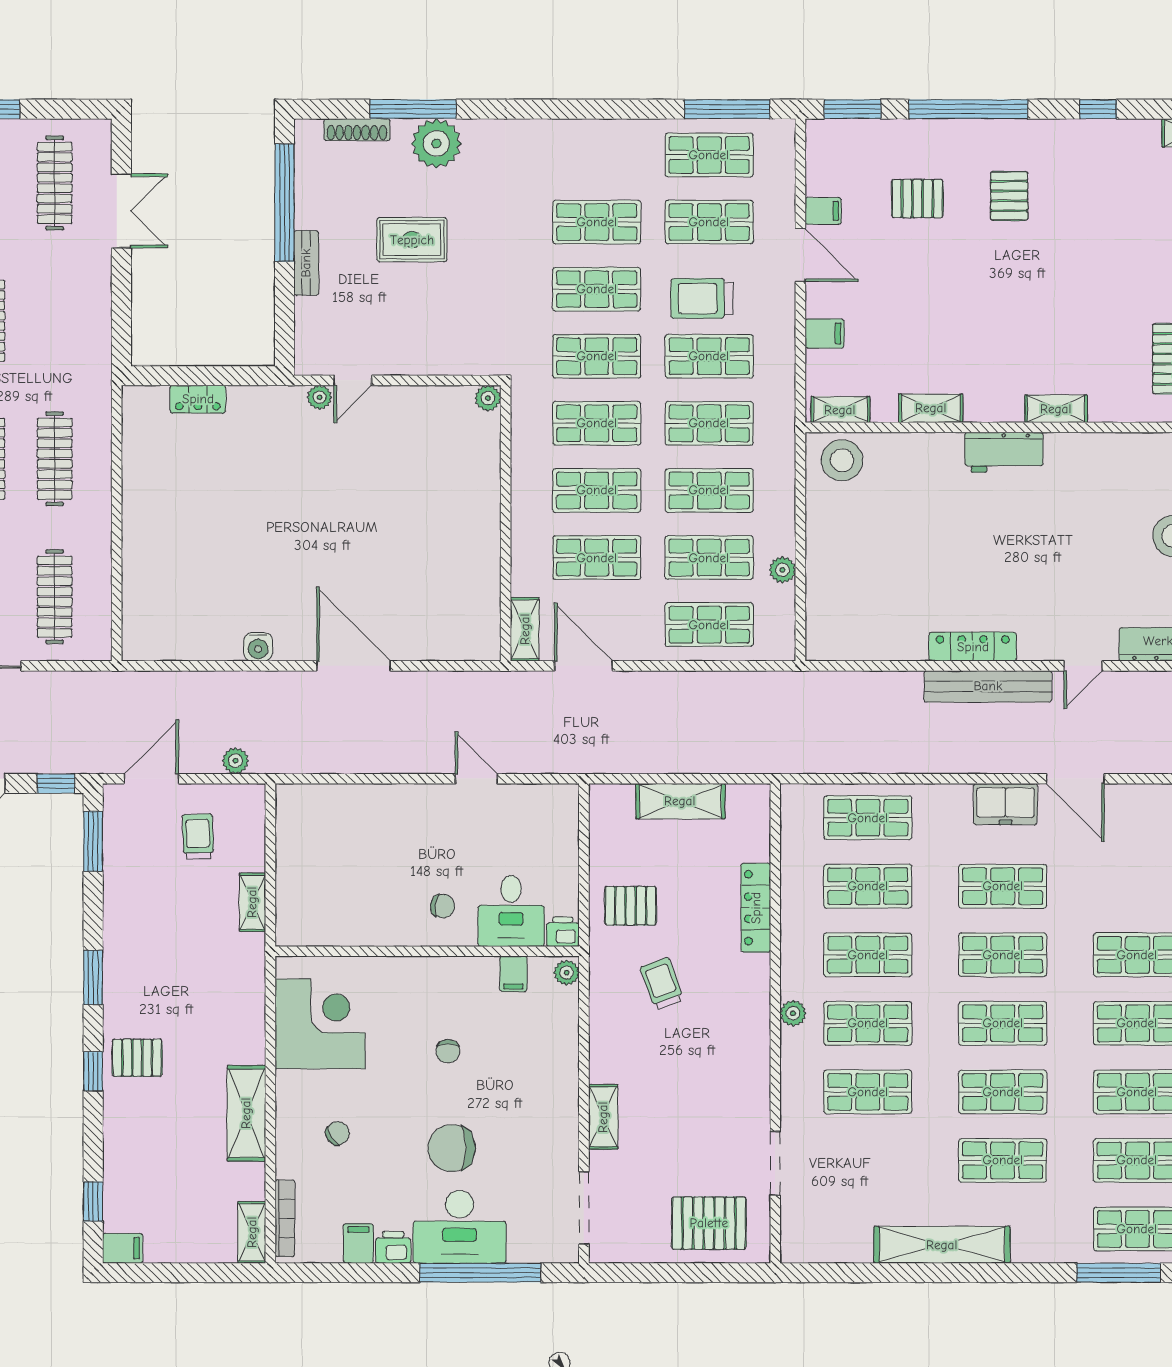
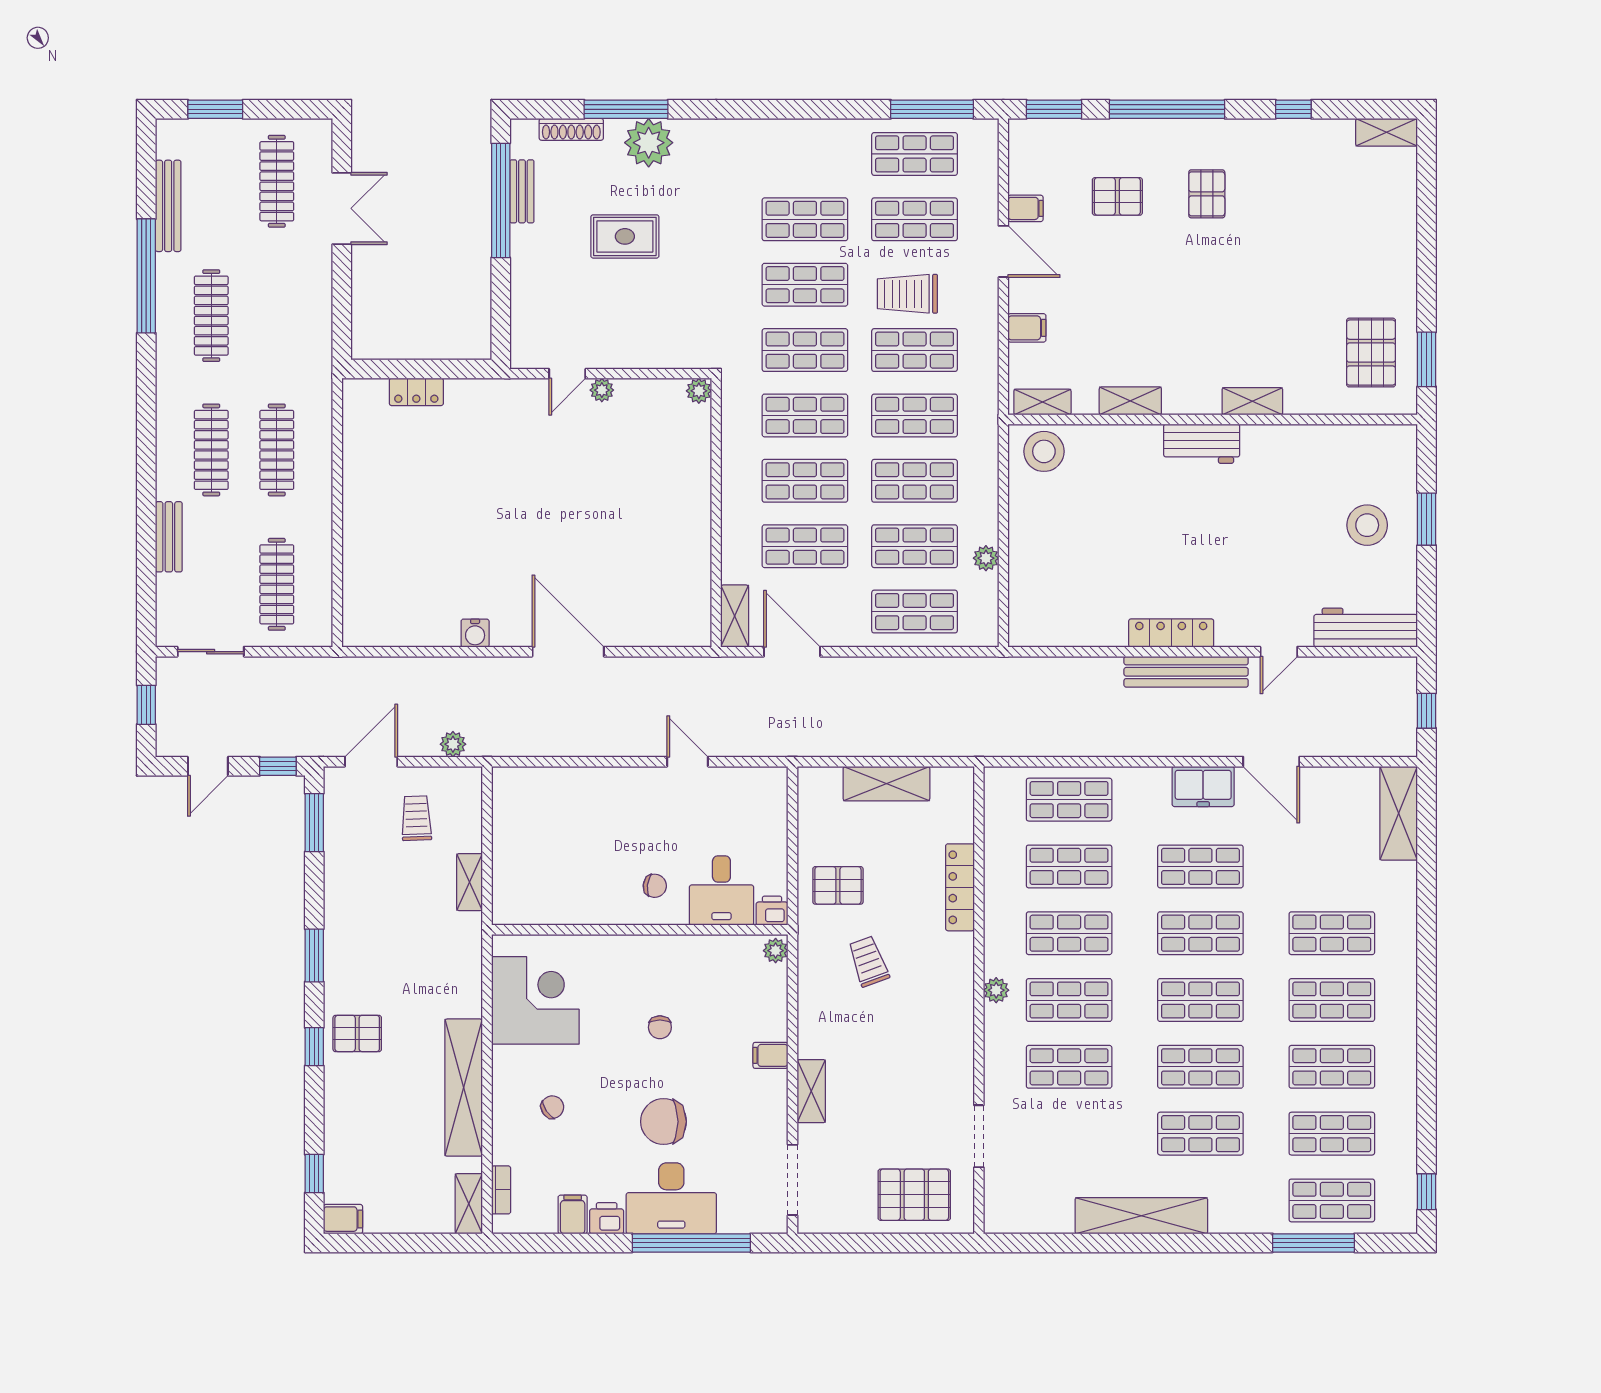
bench: (306, 263) -> (522, 191), moved
plant: (319, 397) -> (602, 390), moved
filing cabinet: (513, 974) -> (770, 1055), moved, turned 90
shelving: (246, 1113) -> (464, 1088), width x1.47
bookcase: (285, 1218) -> (501, 1190), width x0.64

